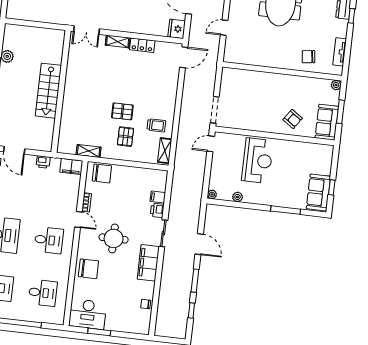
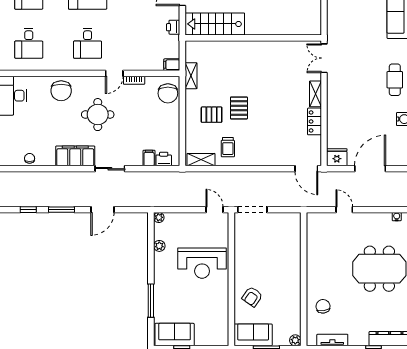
stairs: (49, 91) -> (215, 24), moved
filing cabinet: (71, 166) -> (172, 65), width x0.50
printer: (157, 210) -> (164, 159), moved

